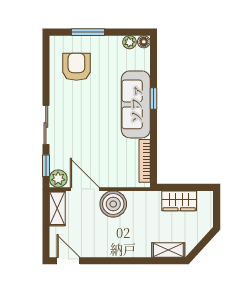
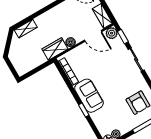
sofa: (136, 104) -> (89, 96), width x0.73
wardrobe: (179, 201) -> (55, 49), moved
boiler: (113, 204) -> (71, 42), width x0.54, depth x0.54

